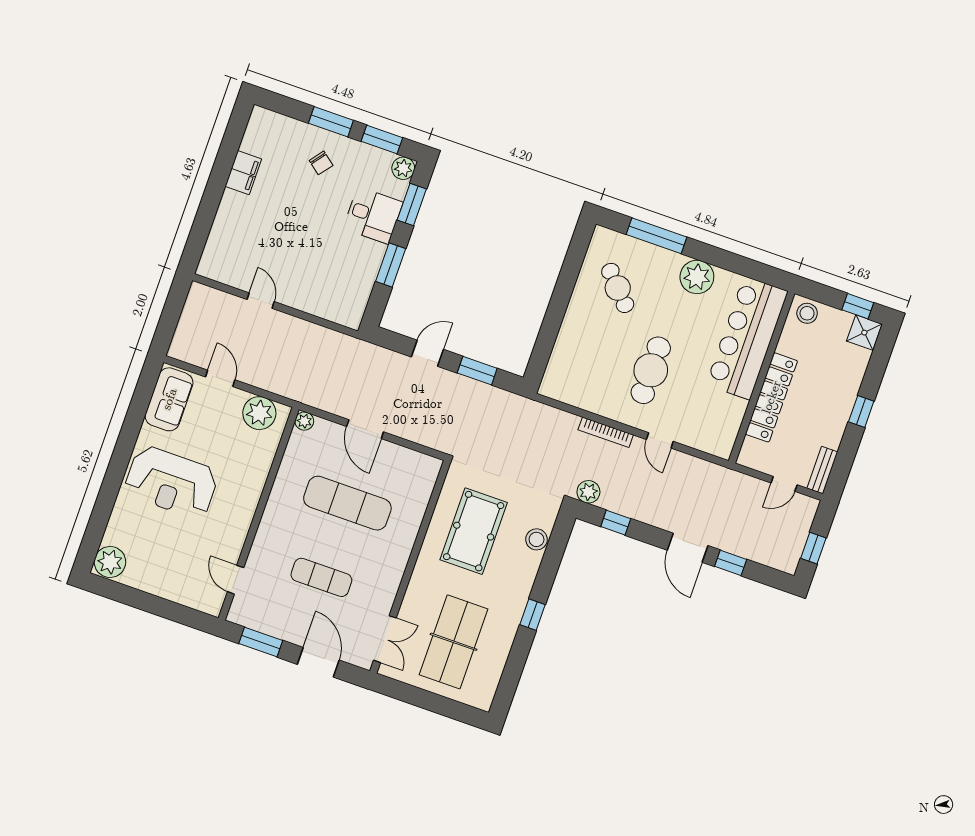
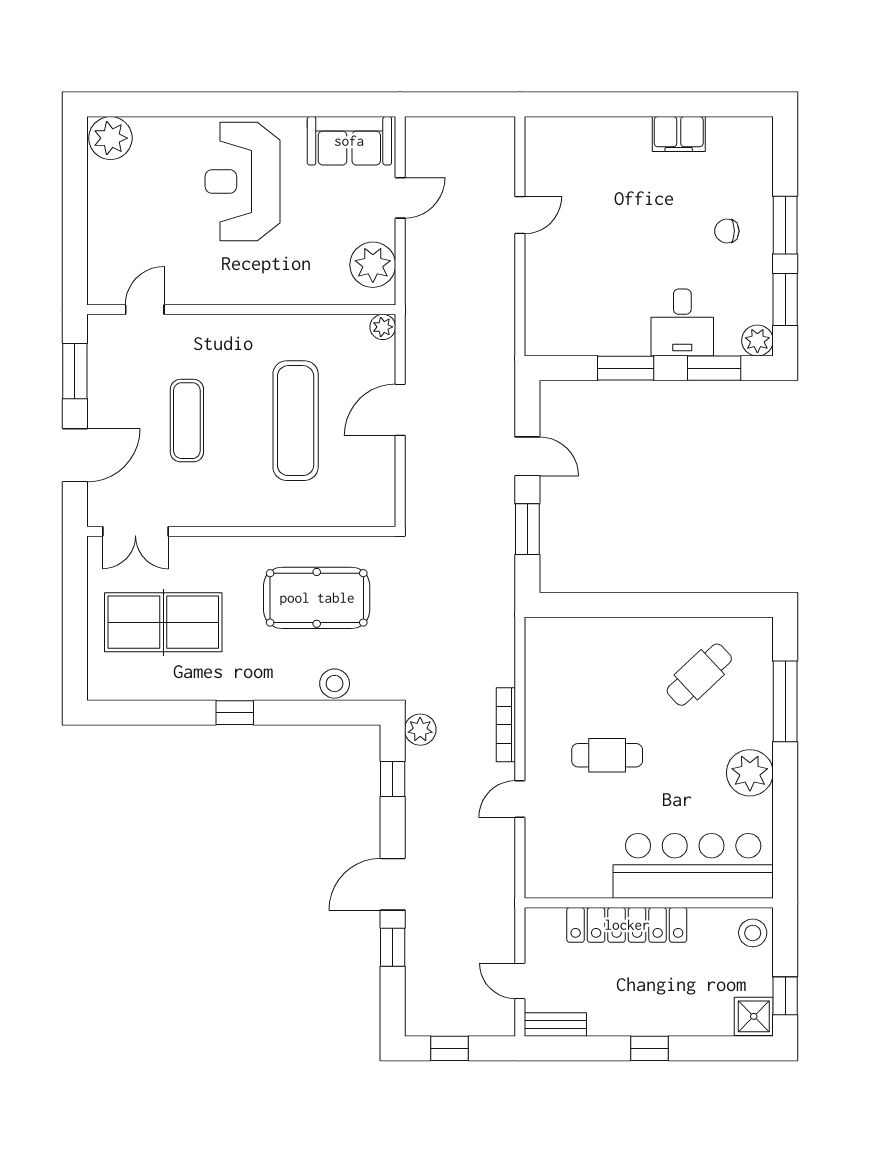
chair: (321, 163) -> (727, 231), turned 52
cafe table: (651, 370) -> (607, 755), width x0.73, depth x0.74

